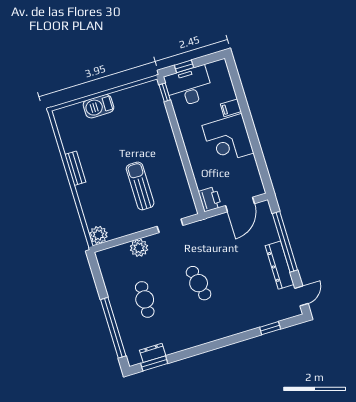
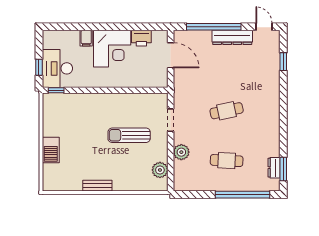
printer: (210, 199) -> (141, 38), moved, turned 180
plant: (98, 235) -> (160, 170), moved

